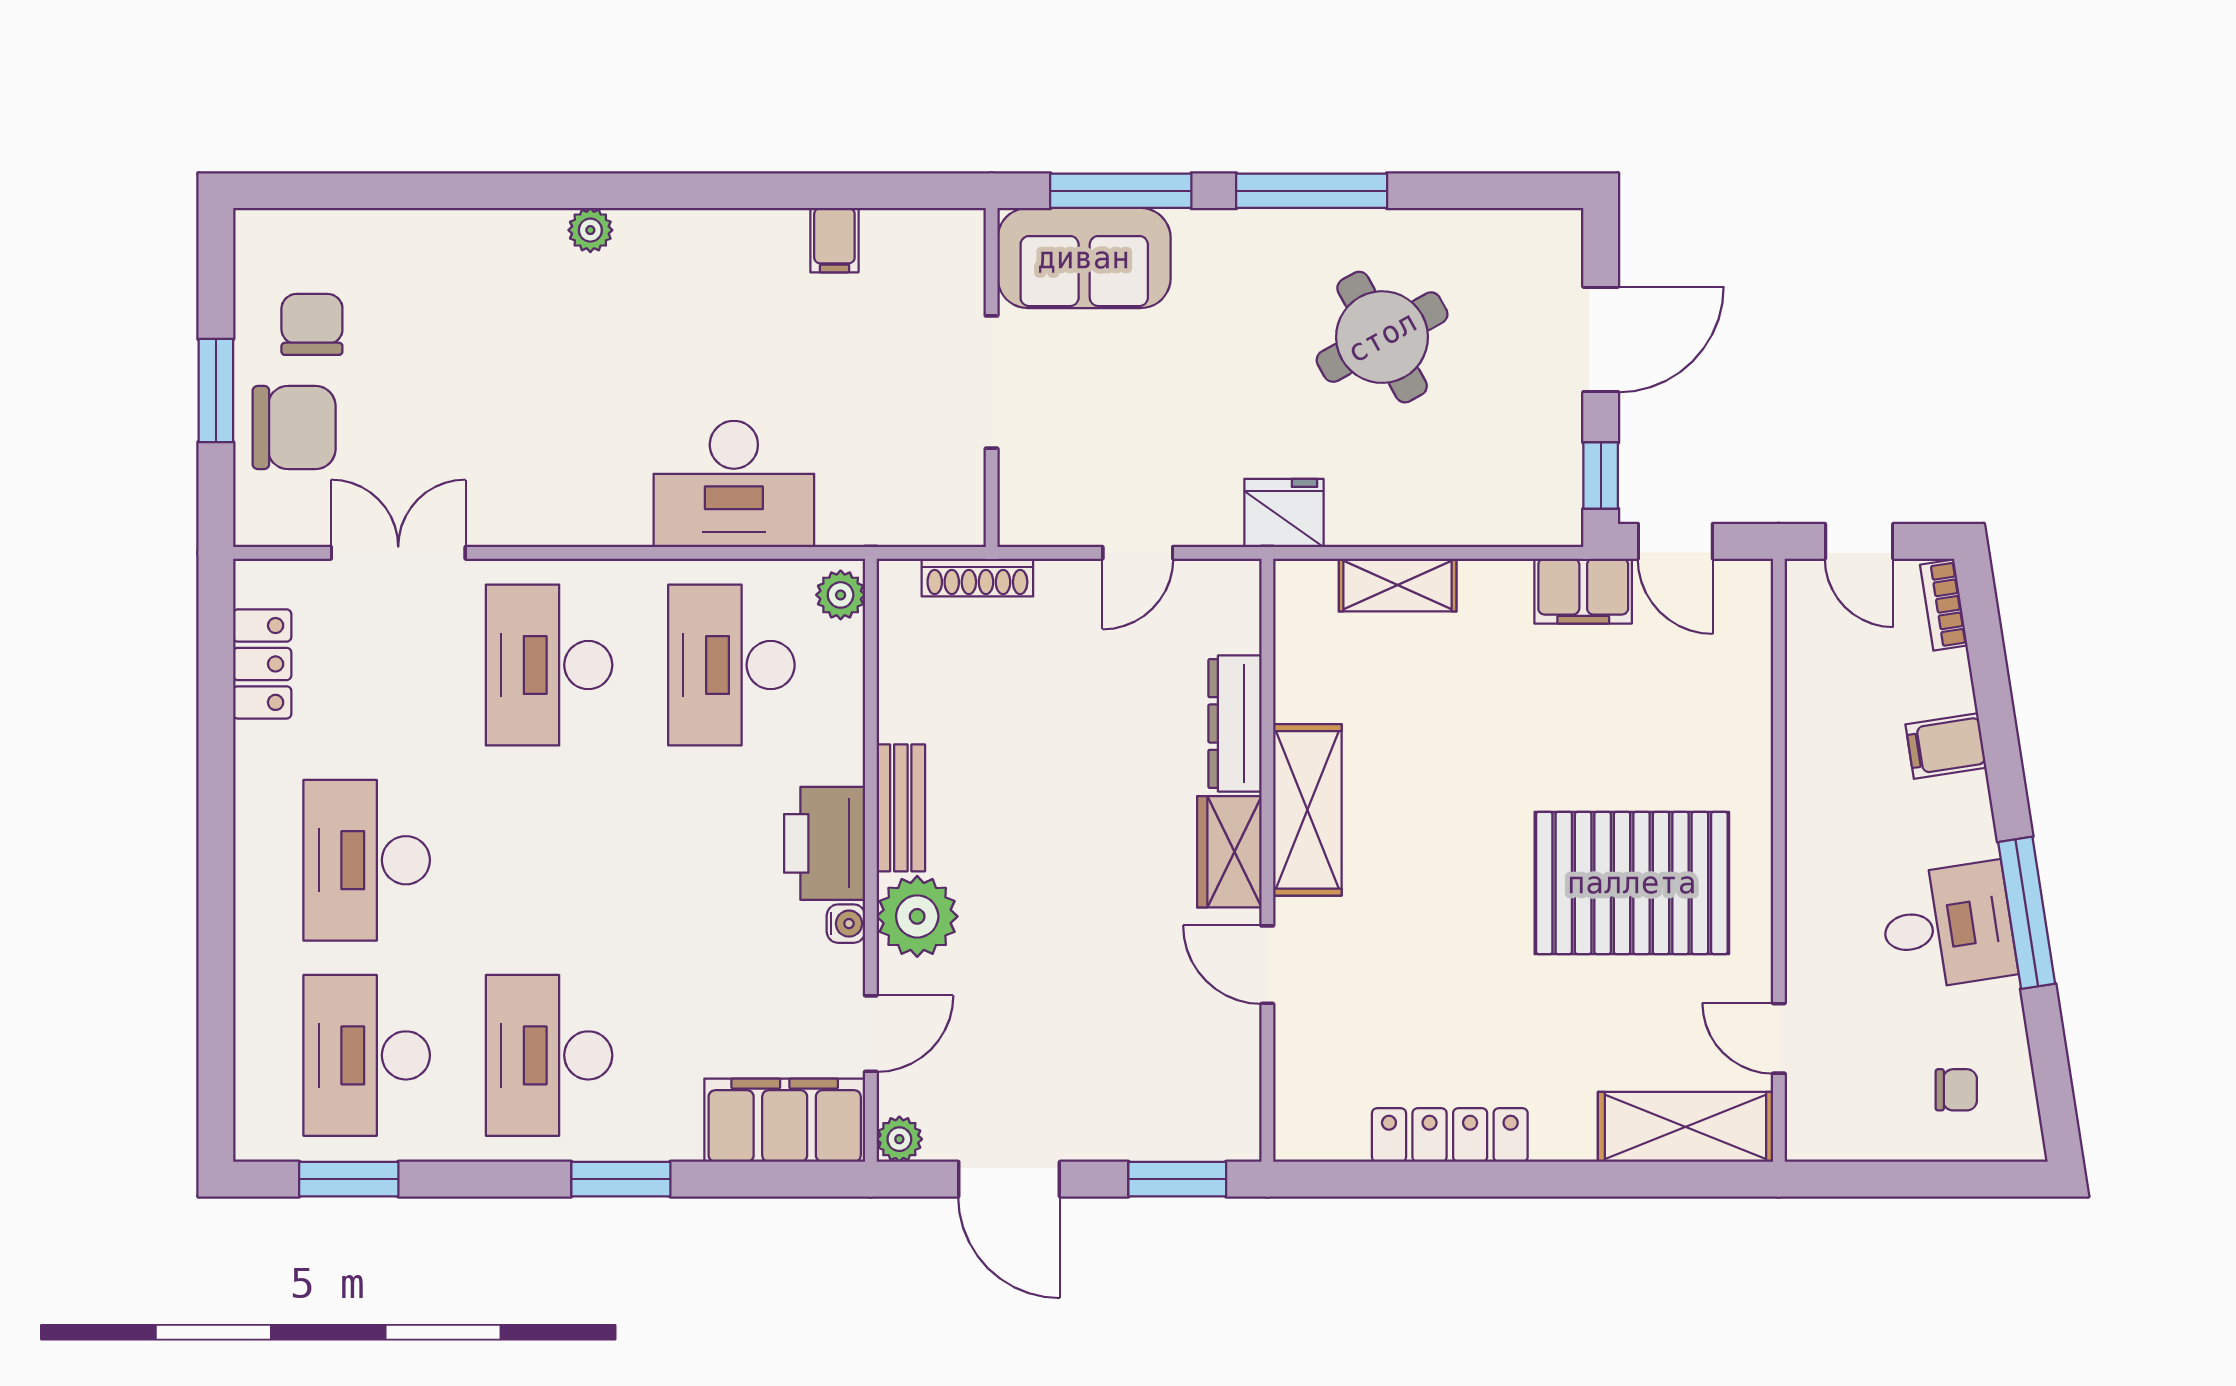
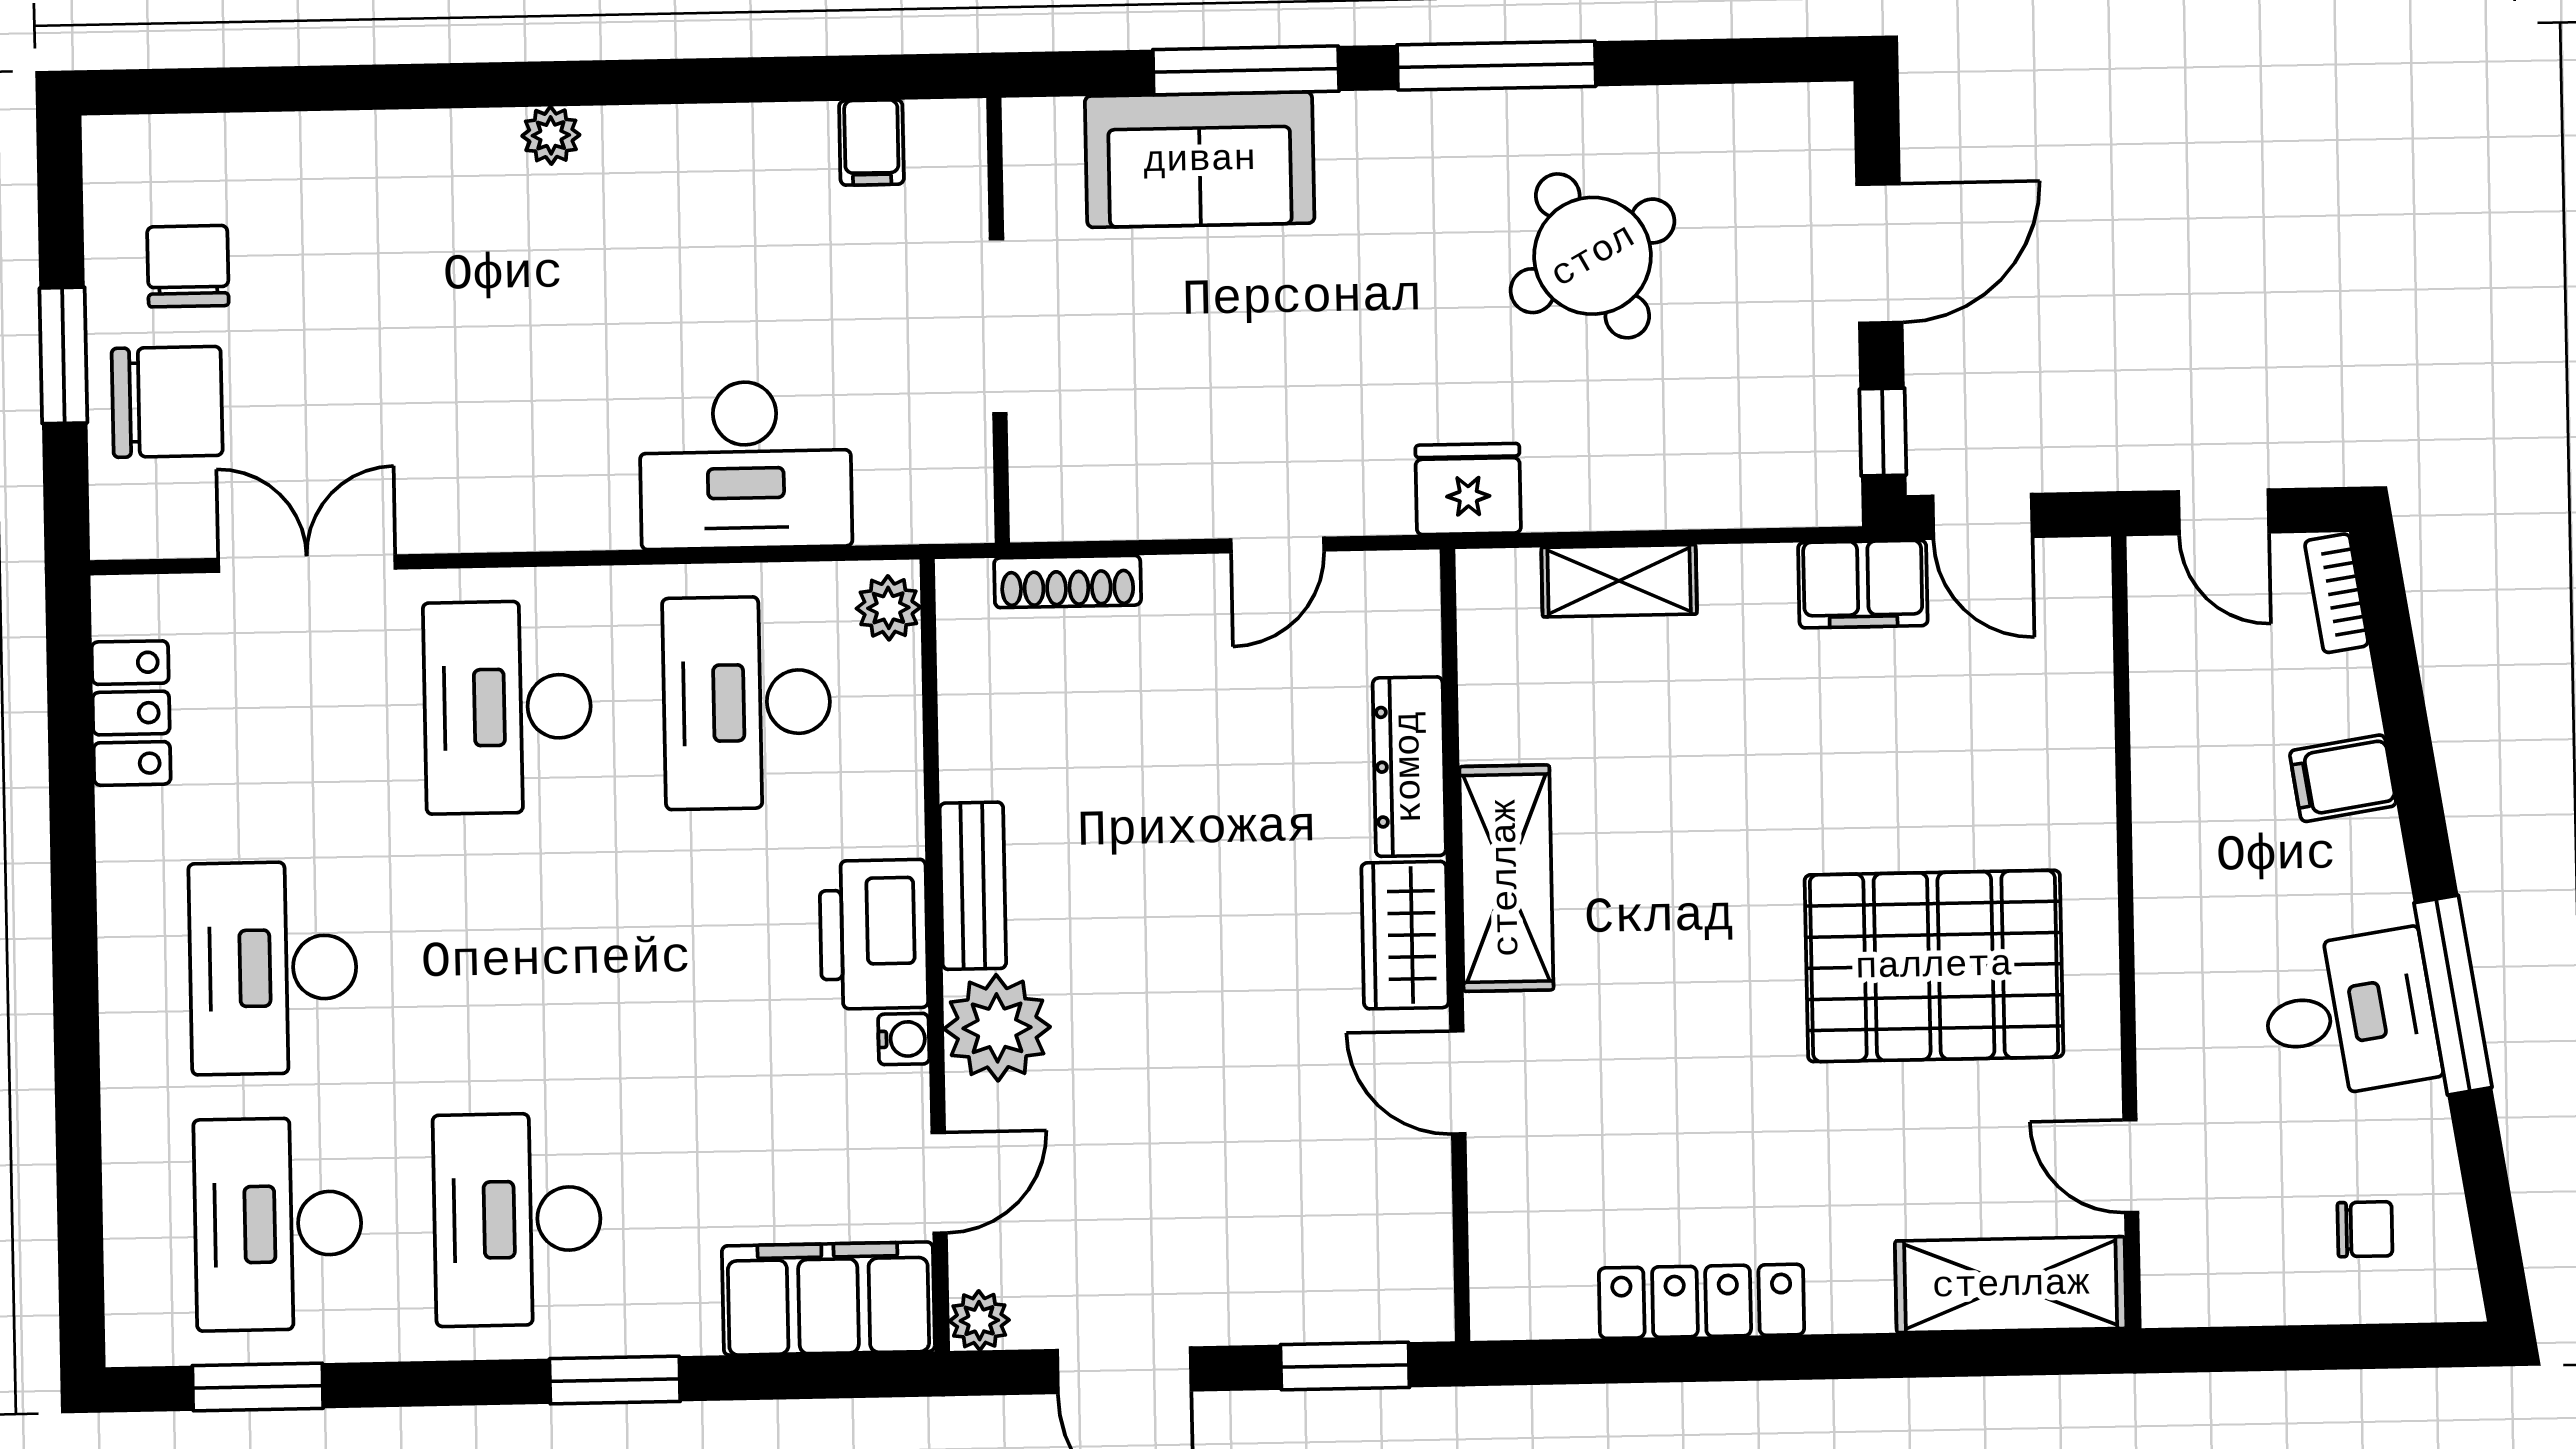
wall: (992, 378) -> (998, 320), moved
doorway: (992, 382) -> (998, 326), moved

